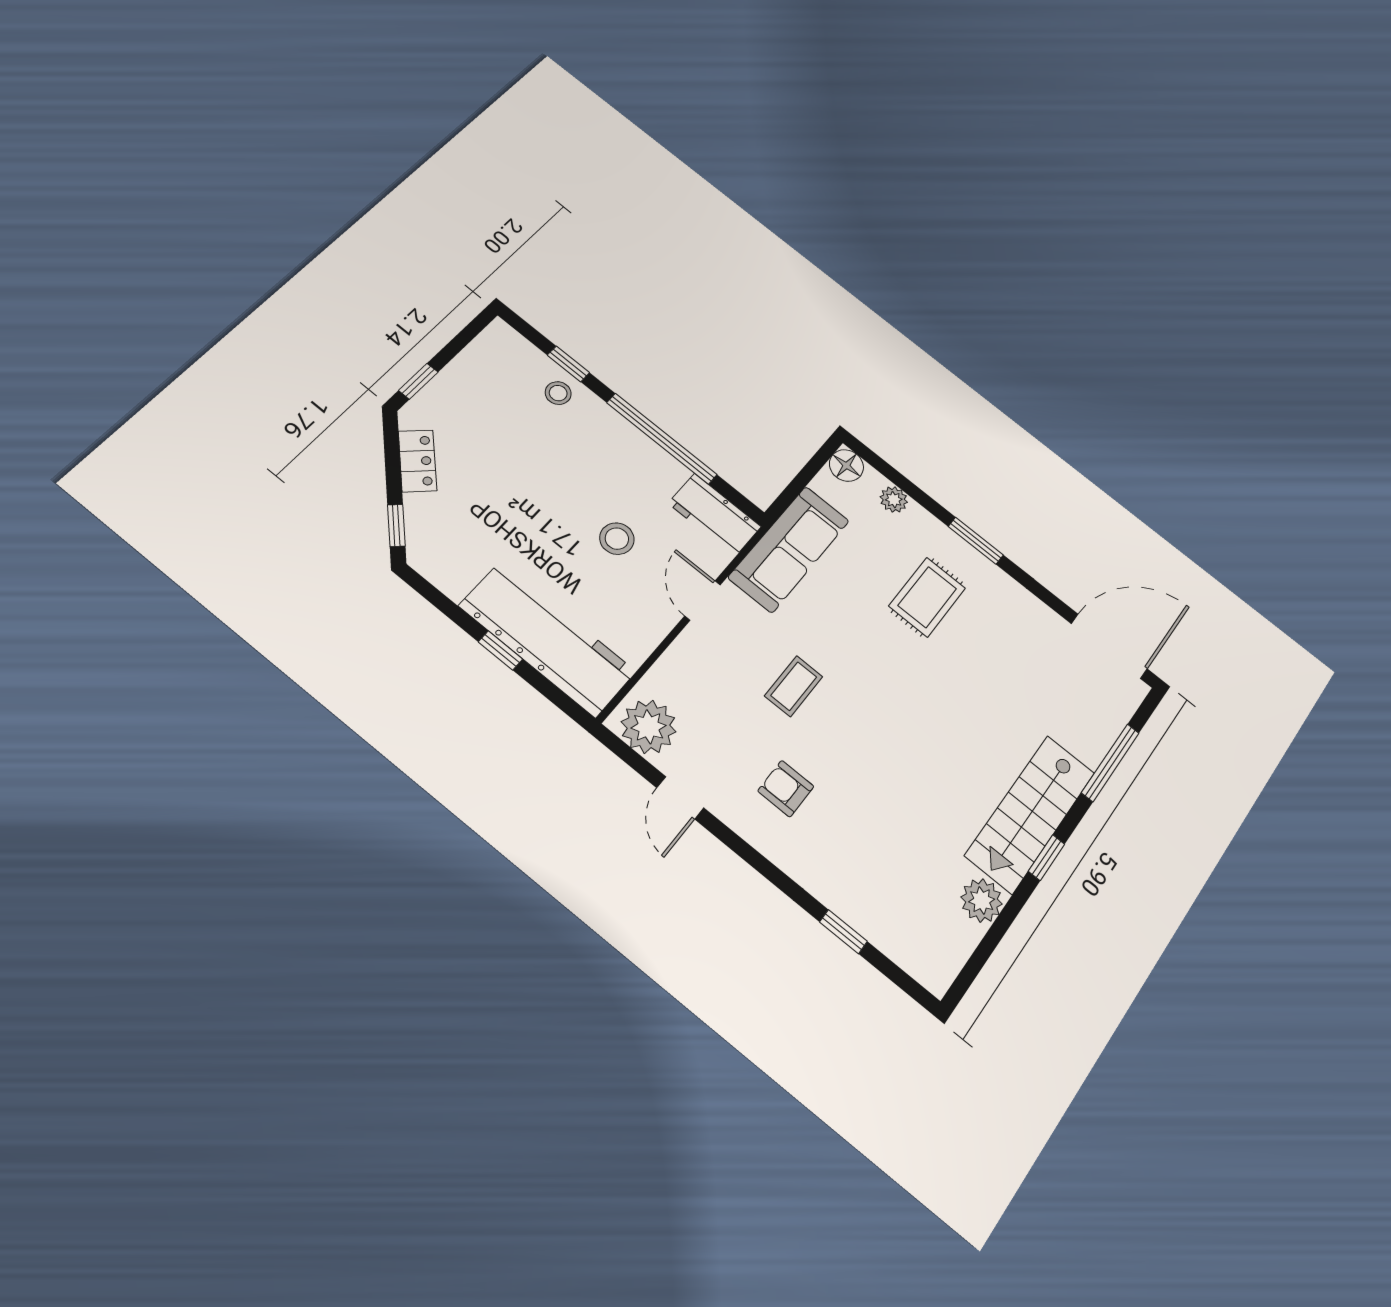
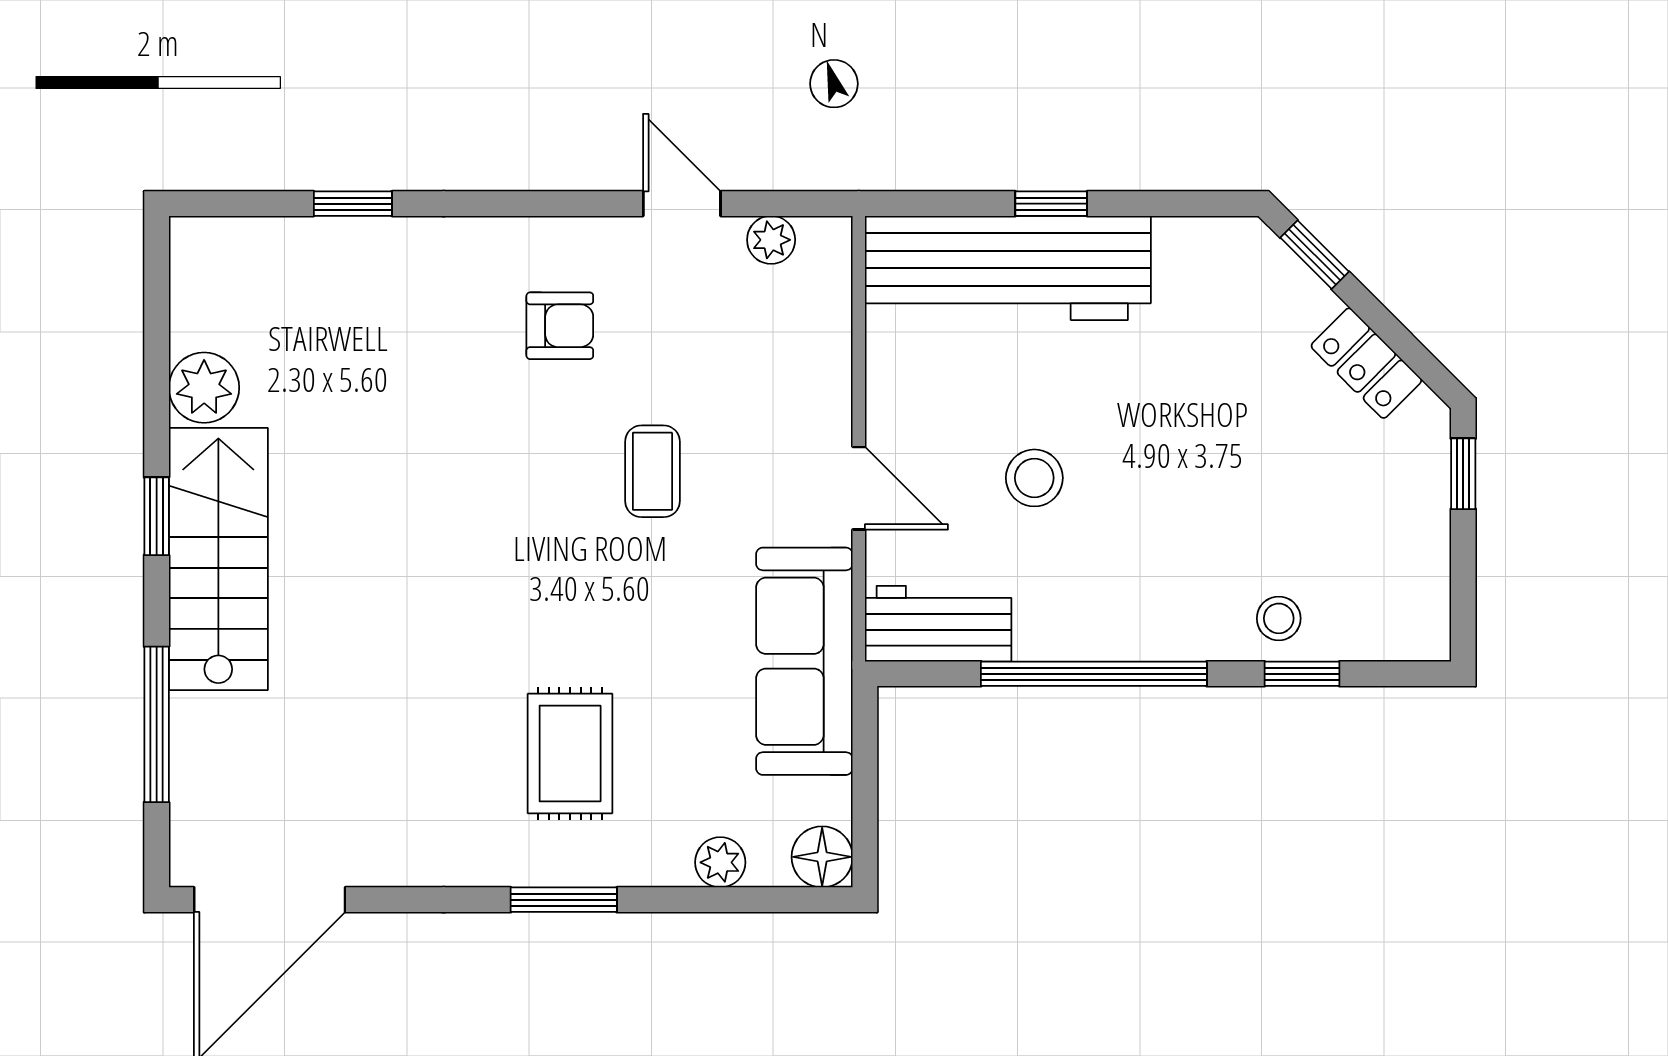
plant: (649, 727) -> (771, 240), width x0.53, depth x0.53

